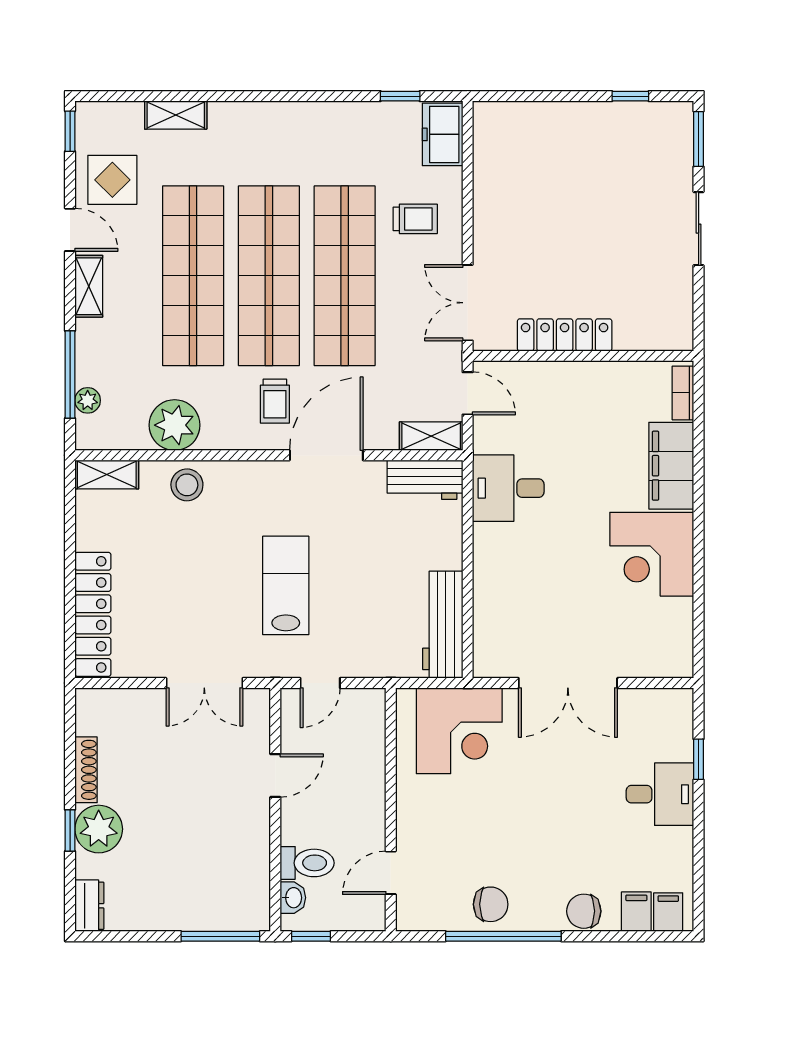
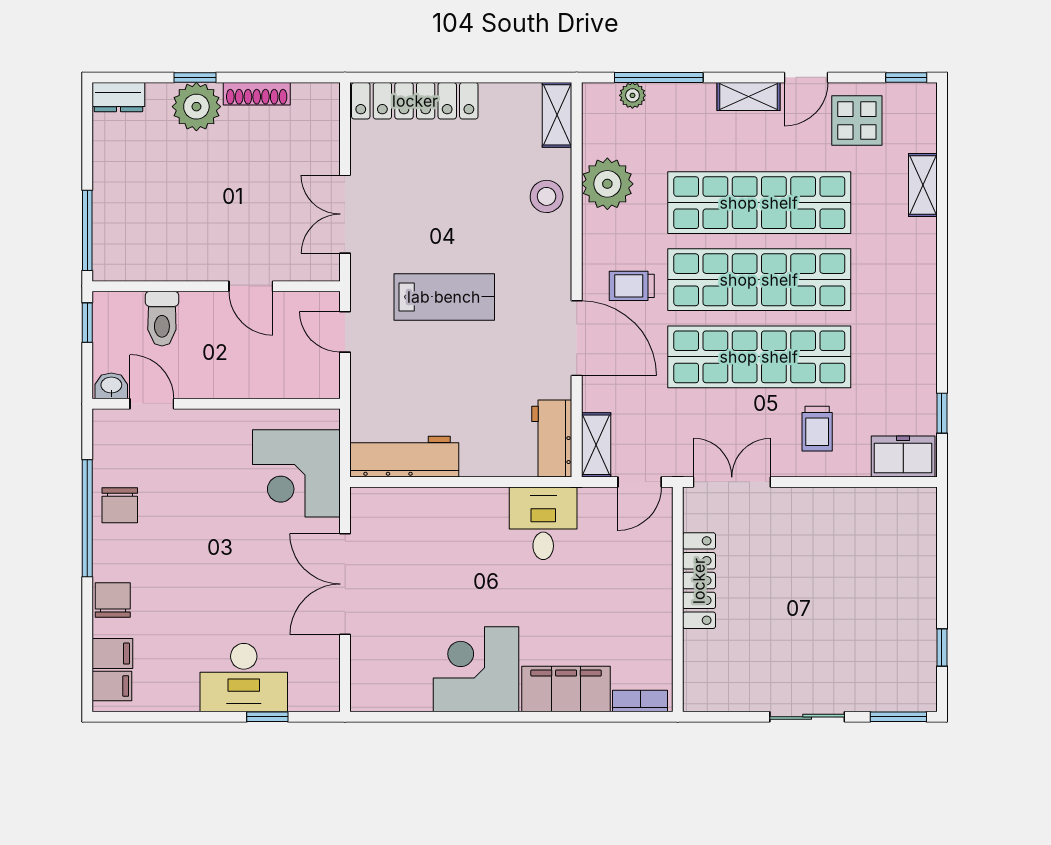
desk: (660, 794) -> (244, 678), width x1.37
washbasin: (293, 898) -> (111, 386), moved, turned 180

